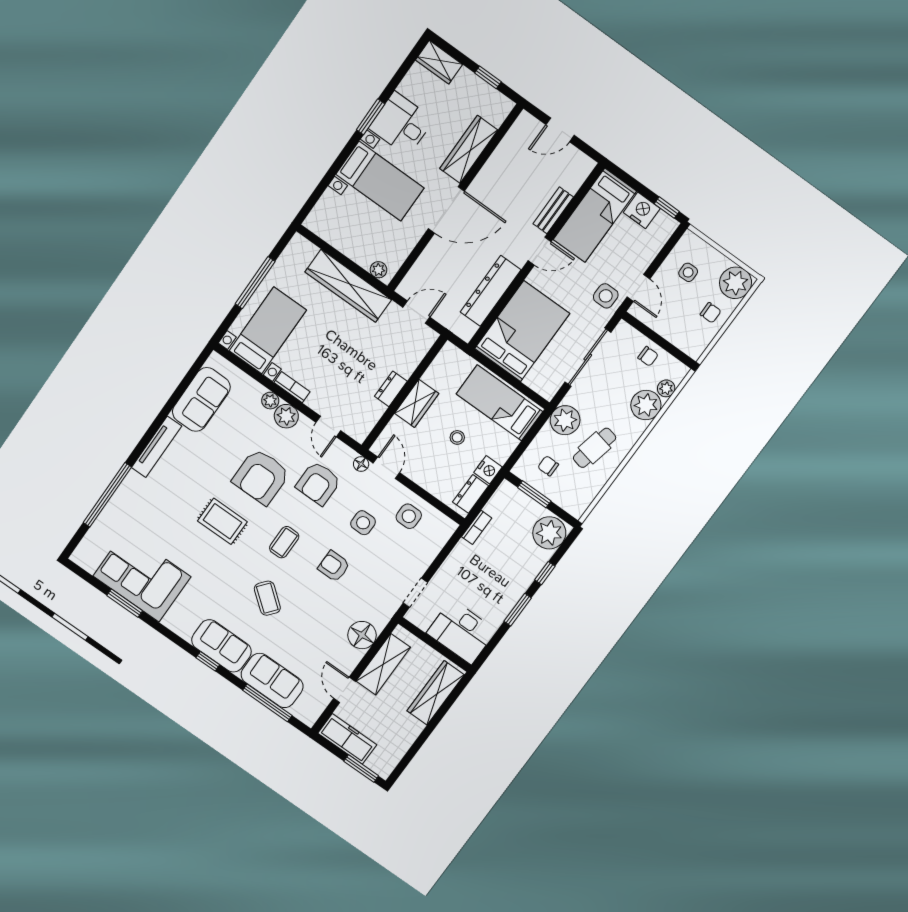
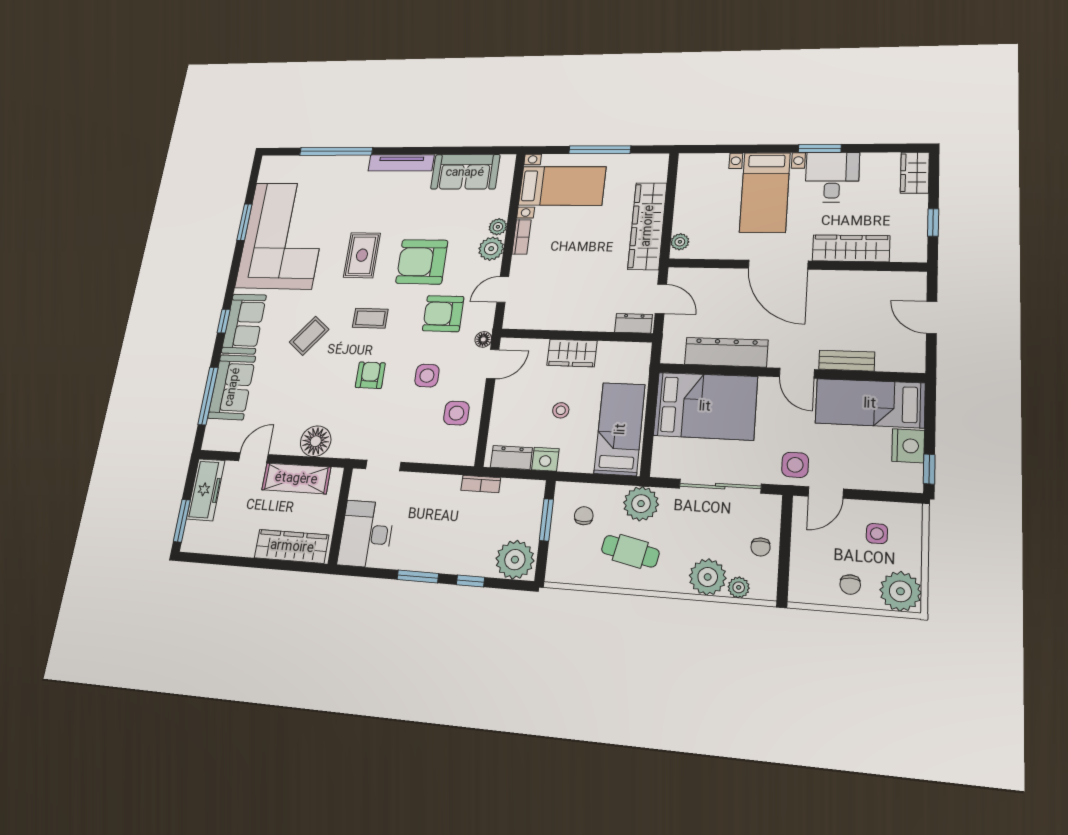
dresser: (391, 389) -> (634, 323), moved
corner sofa: (142, 576) -> (283, 235), width x1.36, depth x1.36

